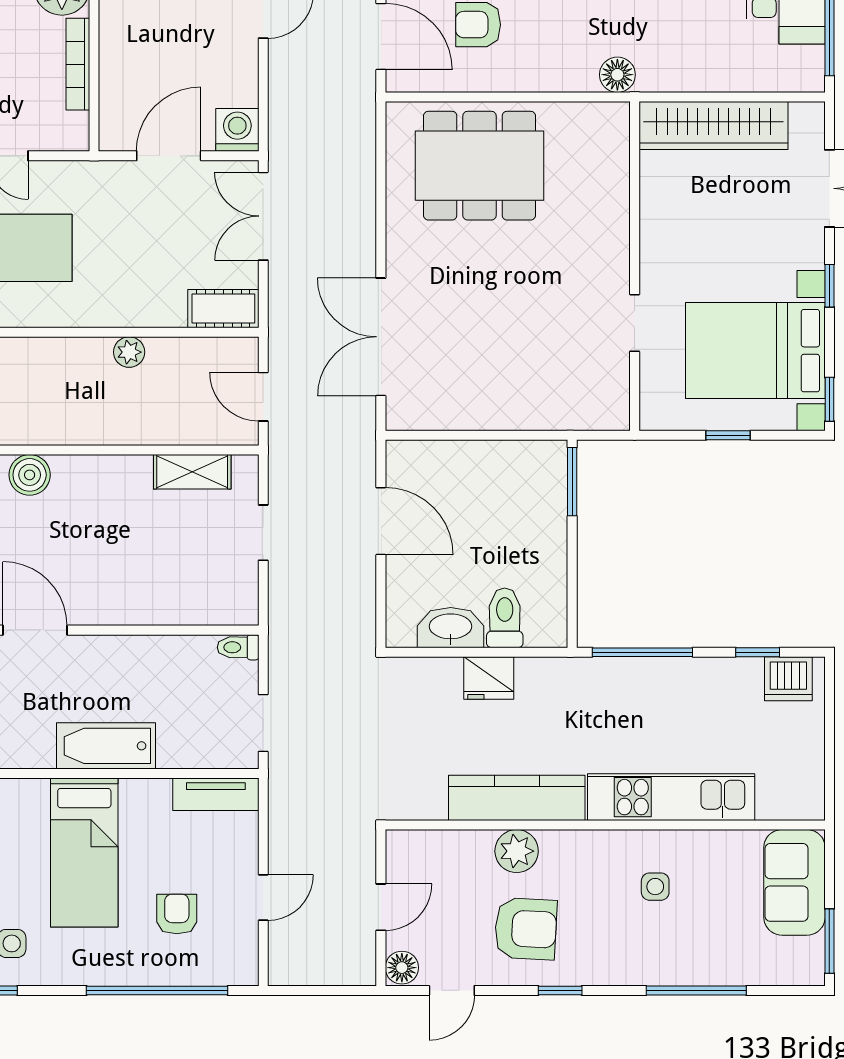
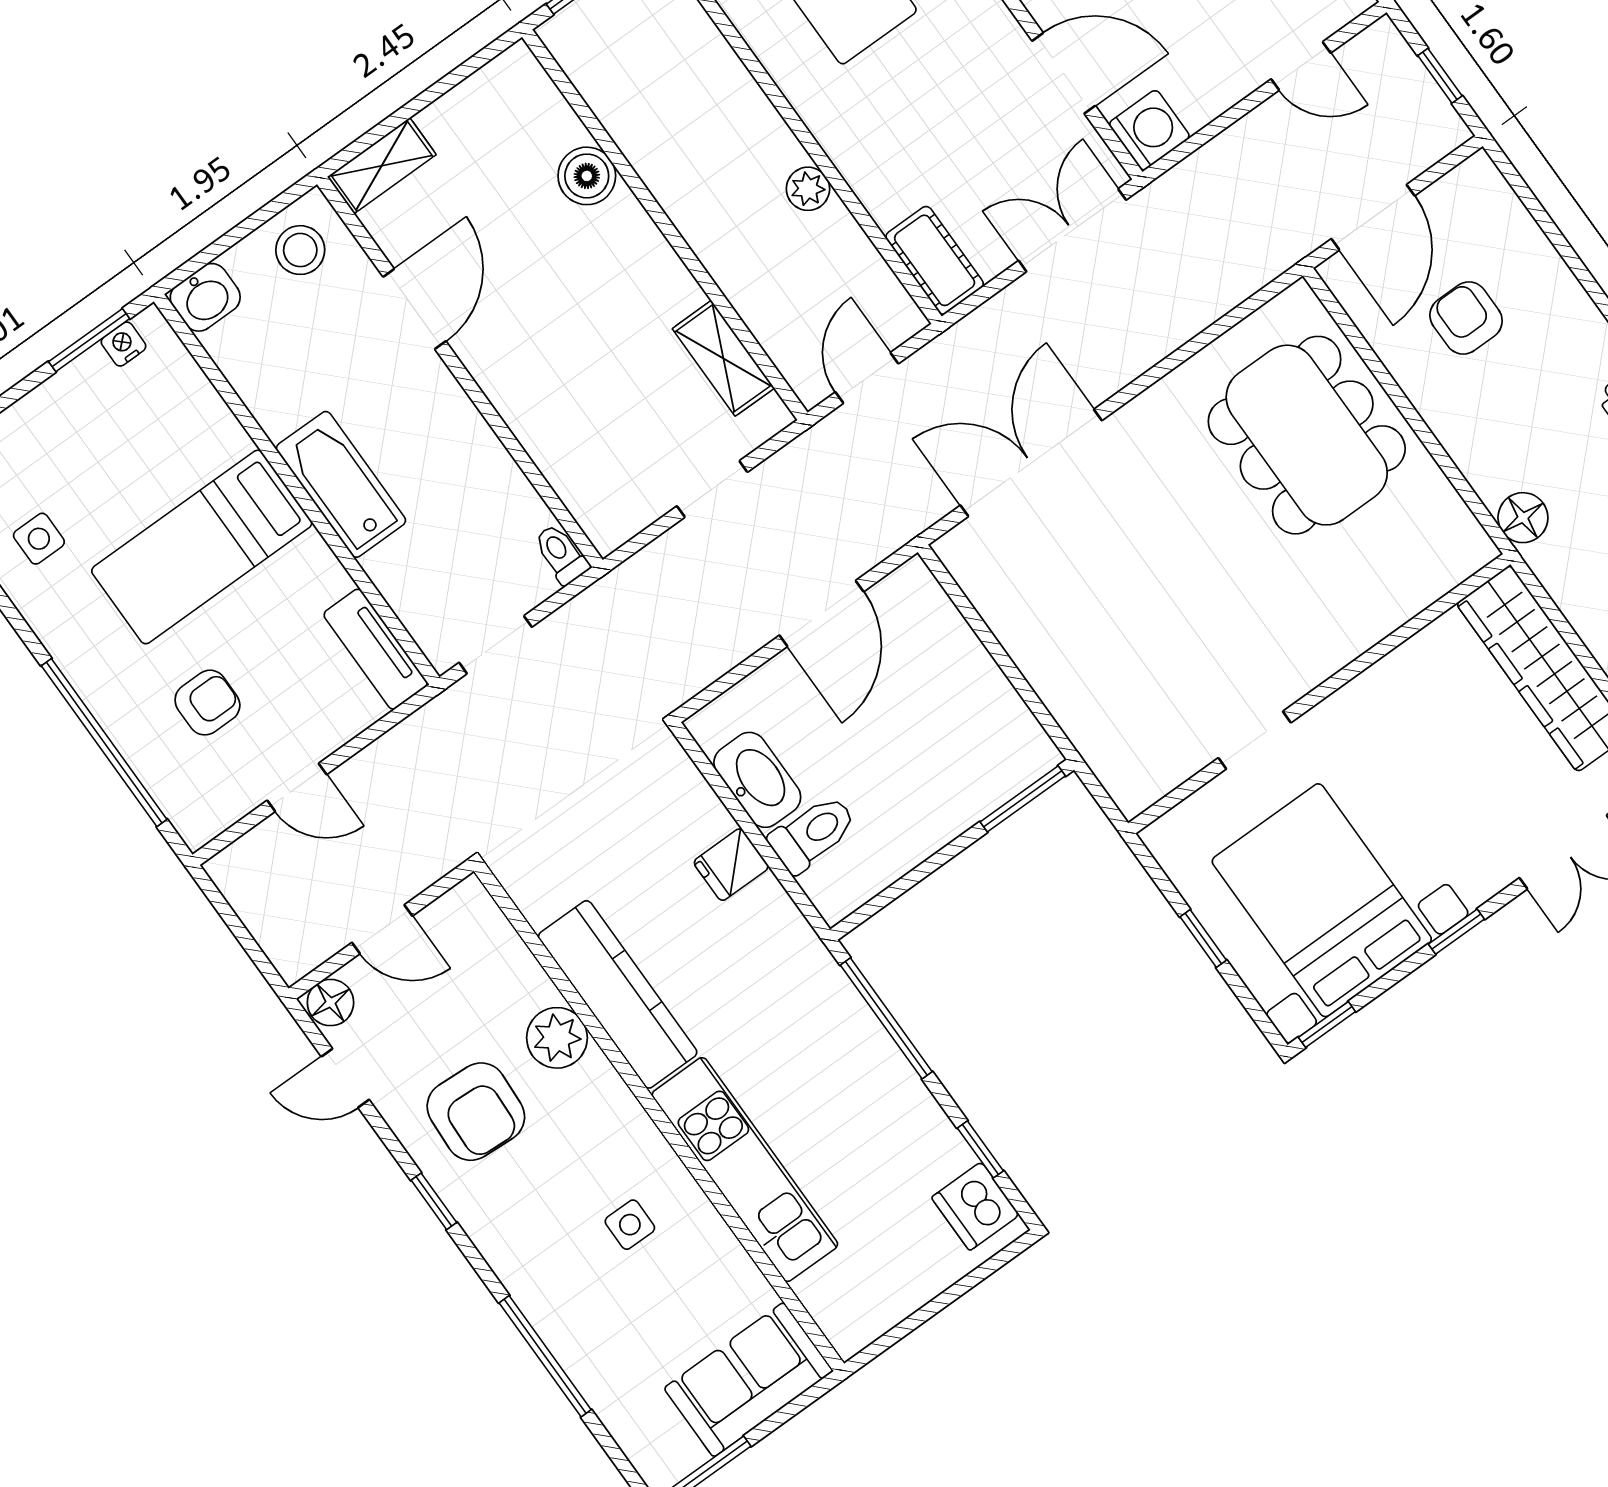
fridge: (489, 678) -> (731, 865), width x0.72

